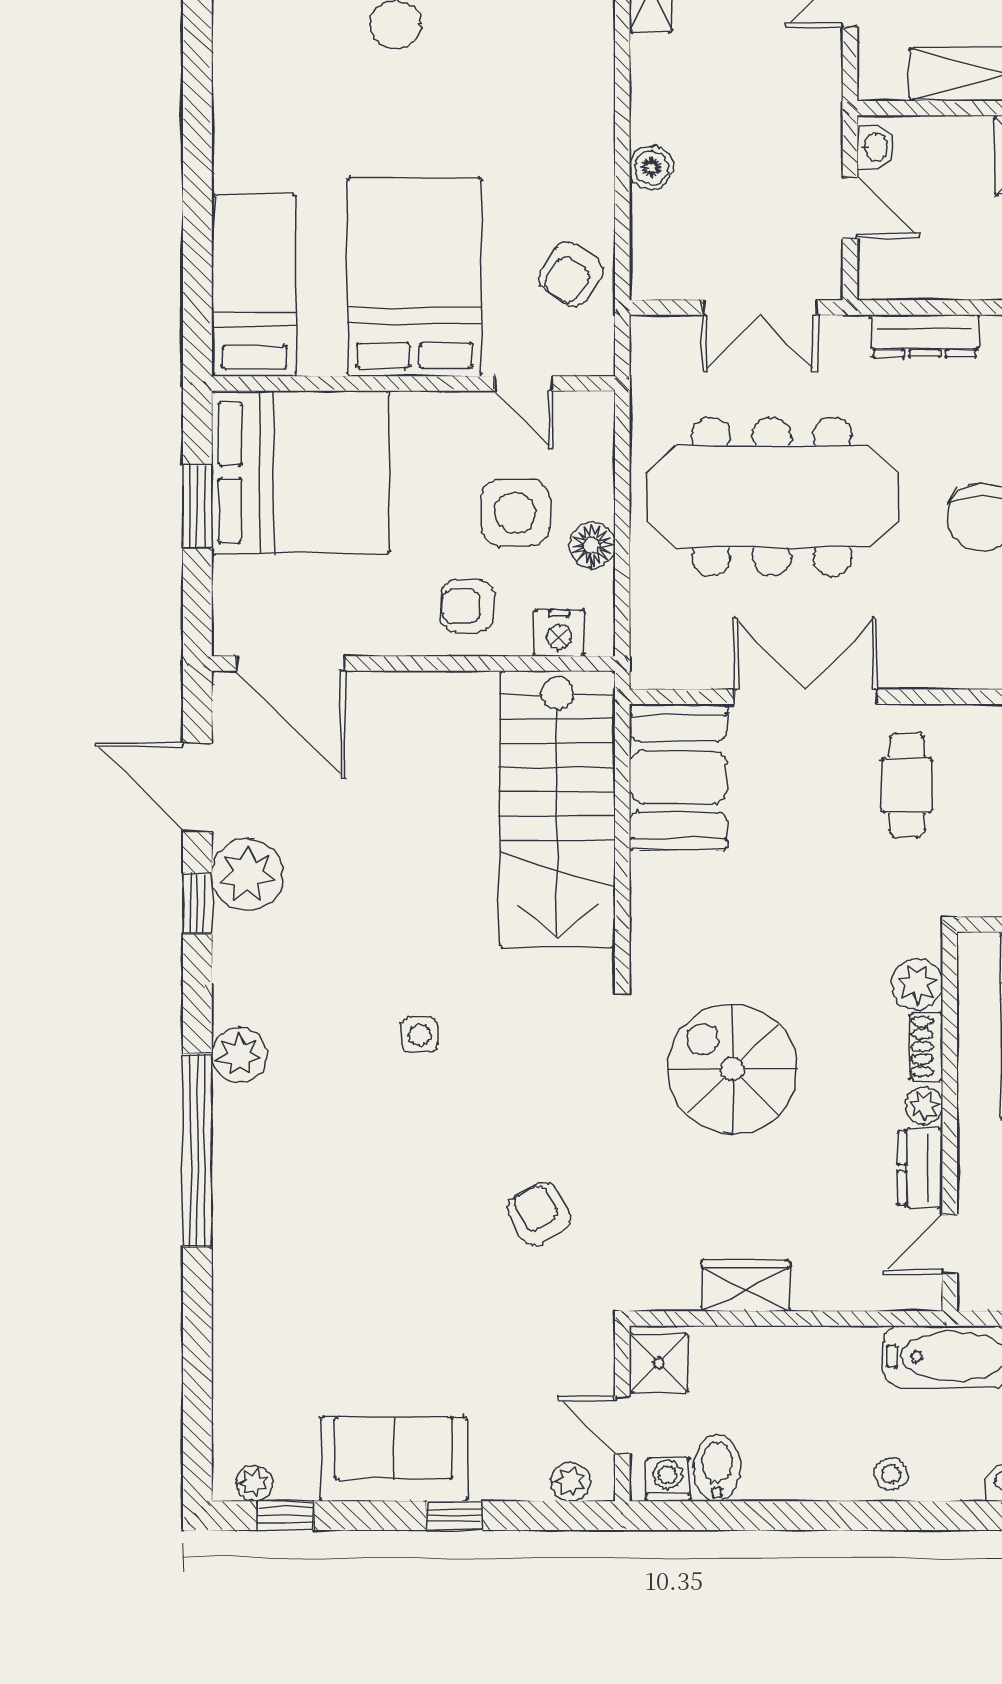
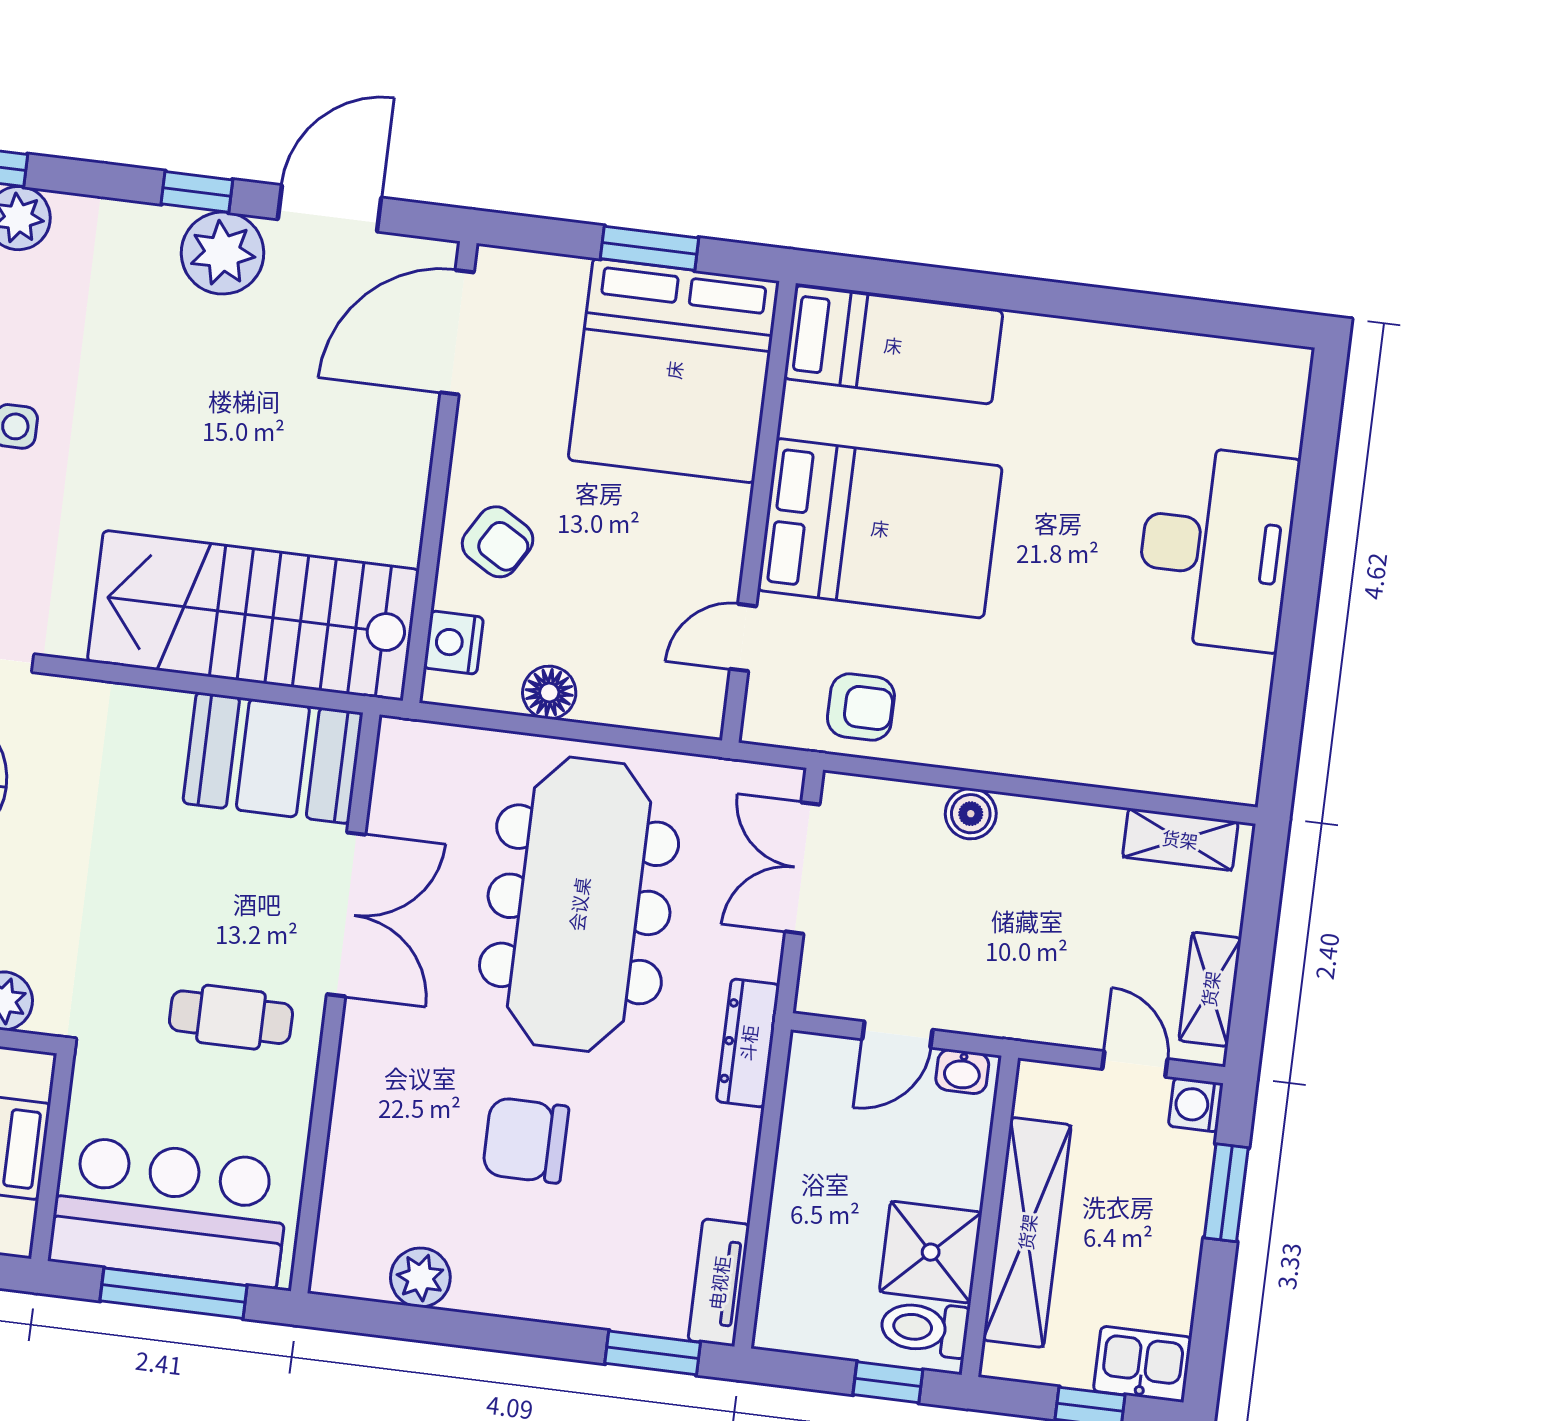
armchair: (571, 274) -> (861, 707), turned 146
double door: (760, 307) -> (802, 868), moved
dresser: (925, 336) -> (748, 1043), moved
side table: (515, 513) -> (597, 610), removed
armchair: (467, 606) -> (498, 542), turned 121

